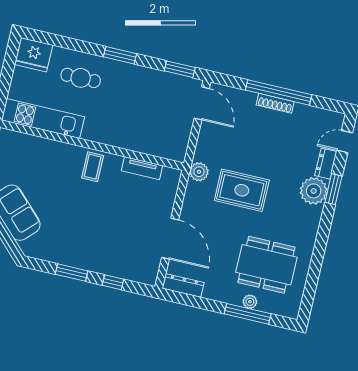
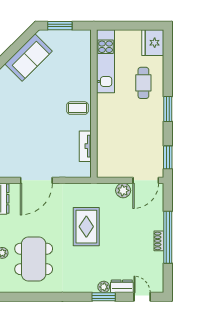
shoe rack: (275, 103) -> (159, 241), width x0.70
plant: (199, 172) -> (123, 190), moved
plant: (314, 191) -> (104, 287), width x0.53, depth x0.53

